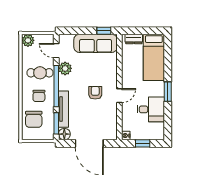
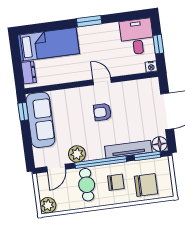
desk: (151, 109) -> (137, 37), moved

